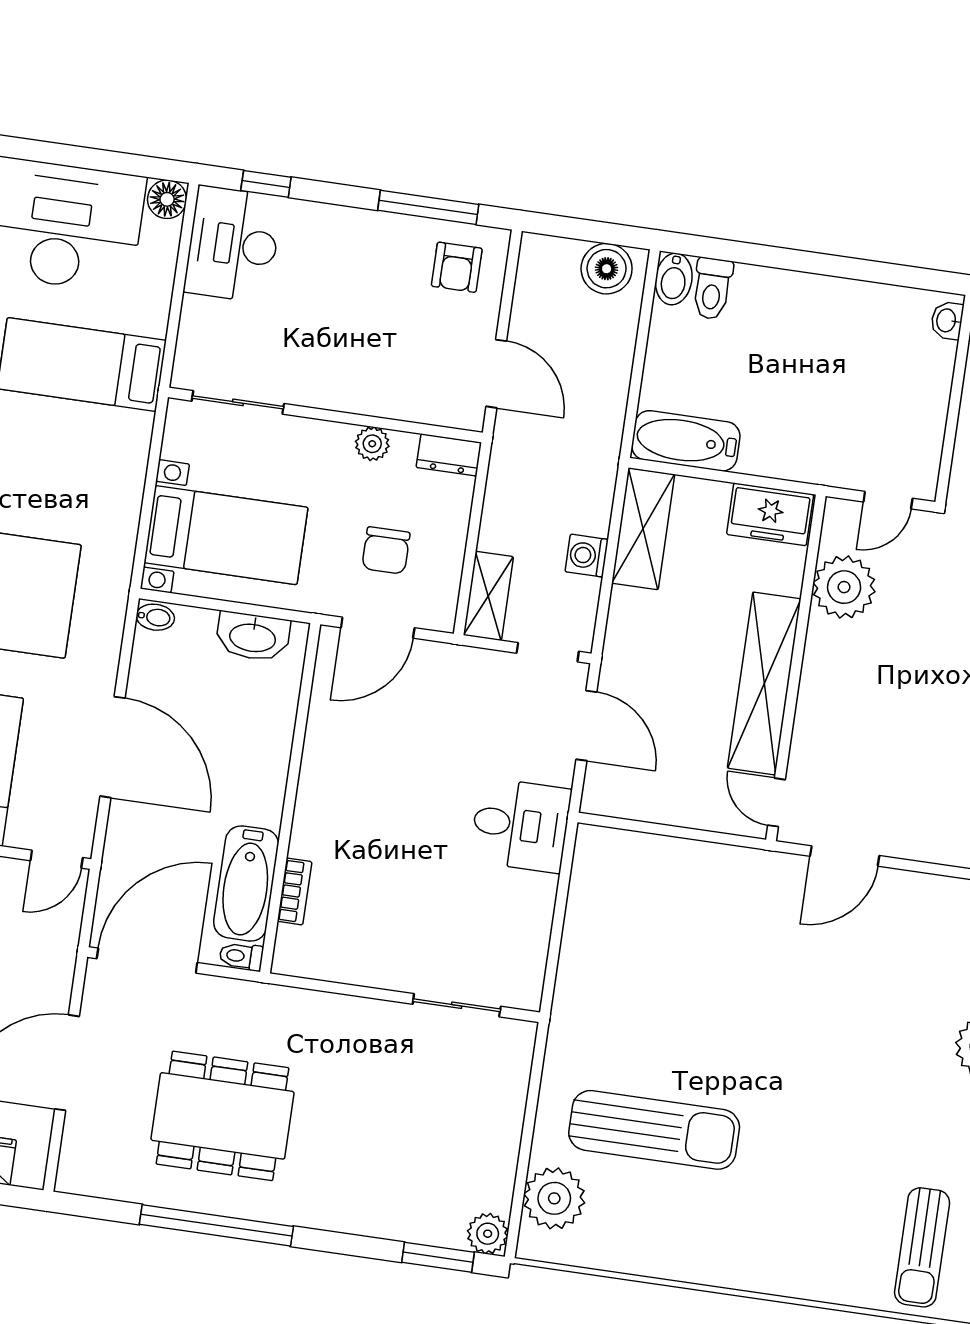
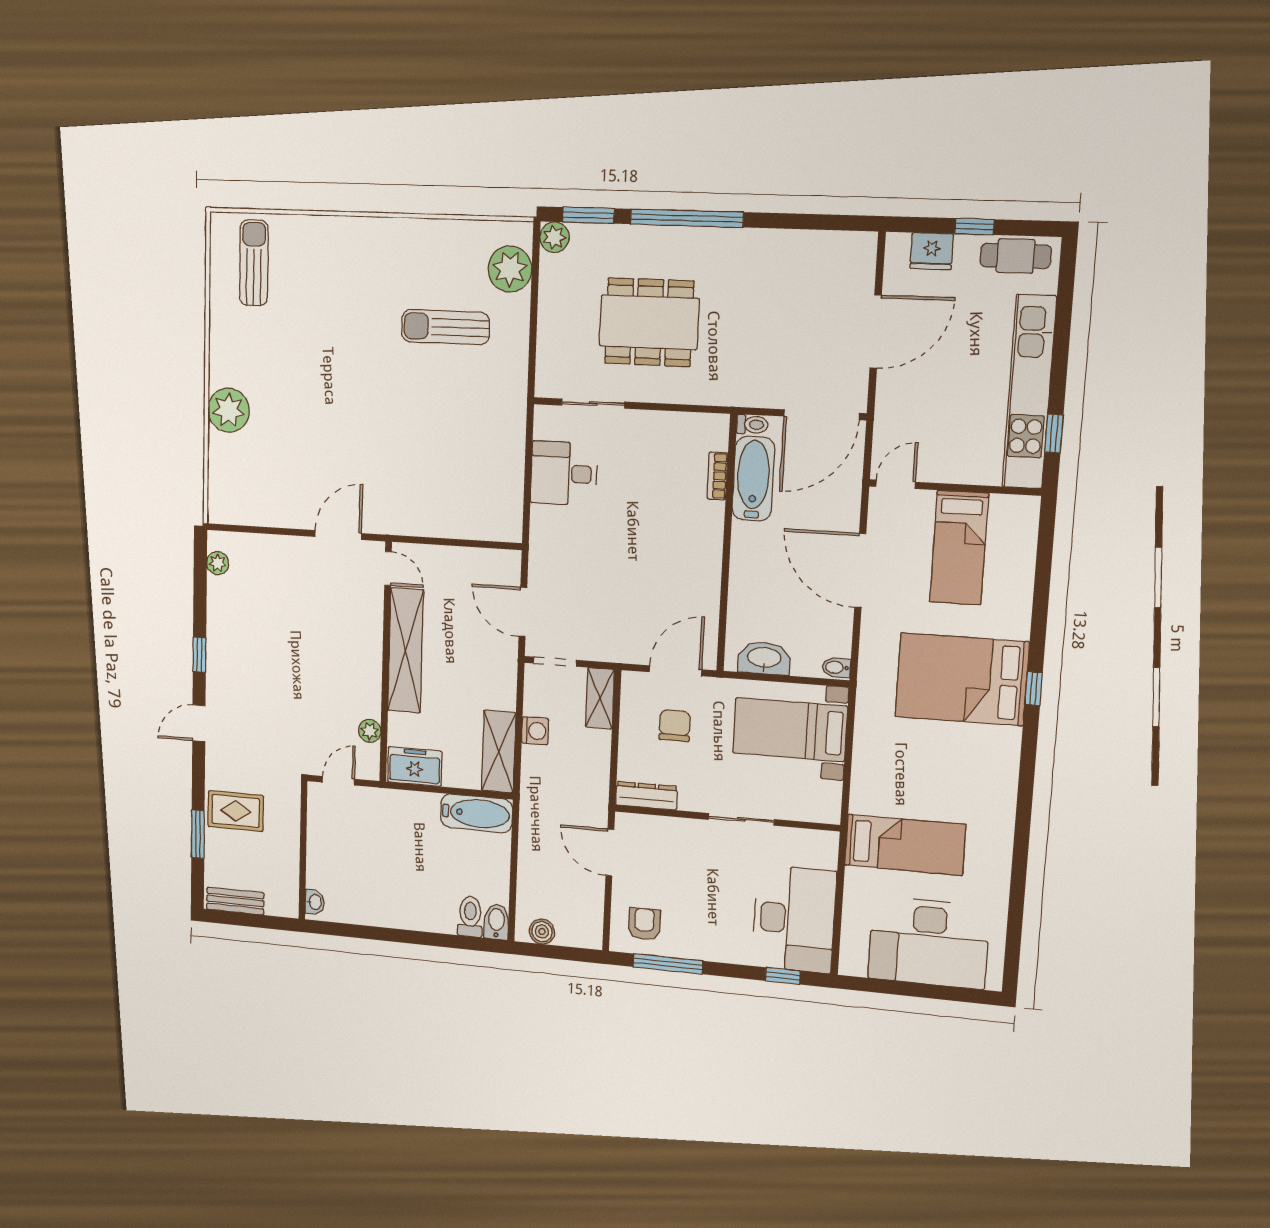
floor lamp: (167, 199) -> (852, 963), removed
desk: (233, 244) -> (794, 919), width x1.36, depth x1.30
boiler: (607, 269) -> (542, 932), width x0.73, depth x0.73
sliding door: (238, 402) -> (741, 819), moved
plant: (372, 444) -> (691, 800), removed
dresser: (449, 455) -> (646, 796), width x1.44
plant: (844, 587) -> (370, 731), width x0.53, depth x0.53
desk: (520, 825) -> (564, 473), moved
dining table: (222, 1116) -> (649, 322), moved
sun lounger: (654, 1130) -> (445, 327), width x0.73, depth x0.75
window: (216, 1225) -> (687, 218), moved

